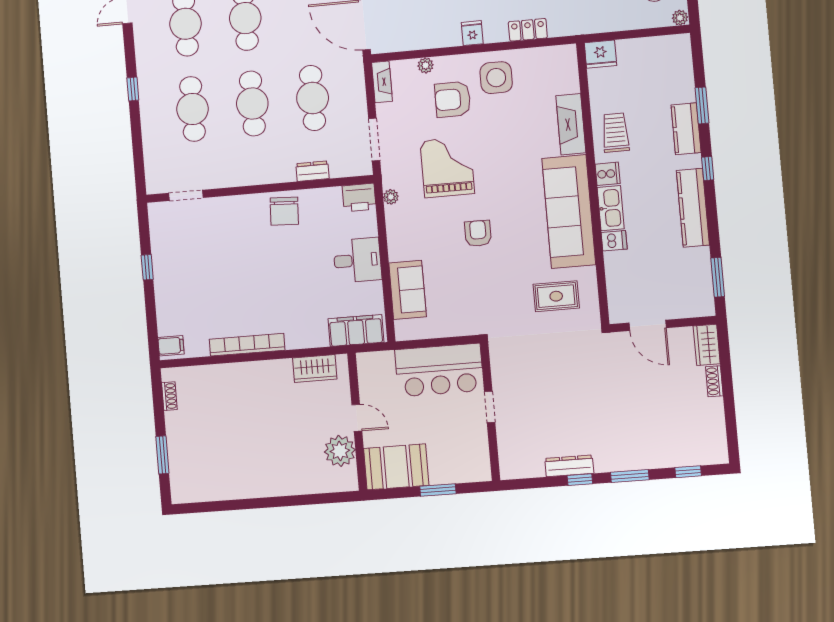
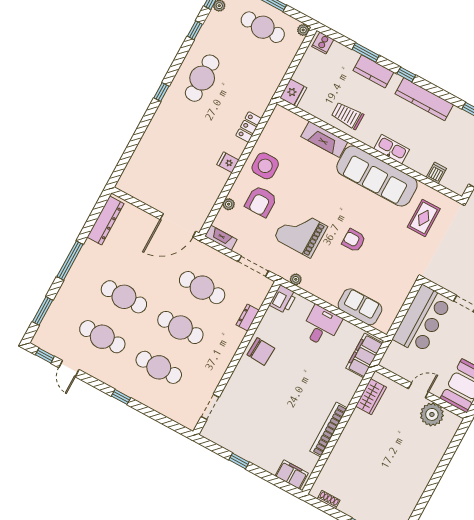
cooker: (608, 174) -> (323, 43), moved, turned 180
dishwasher: (614, 241) -> (436, 173), moved
filing cabinet: (171, 346) -> (292, 475), width x2.00

